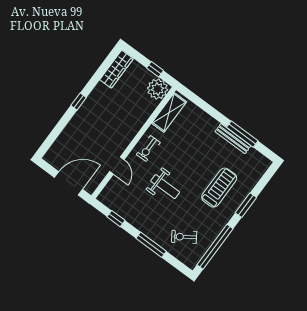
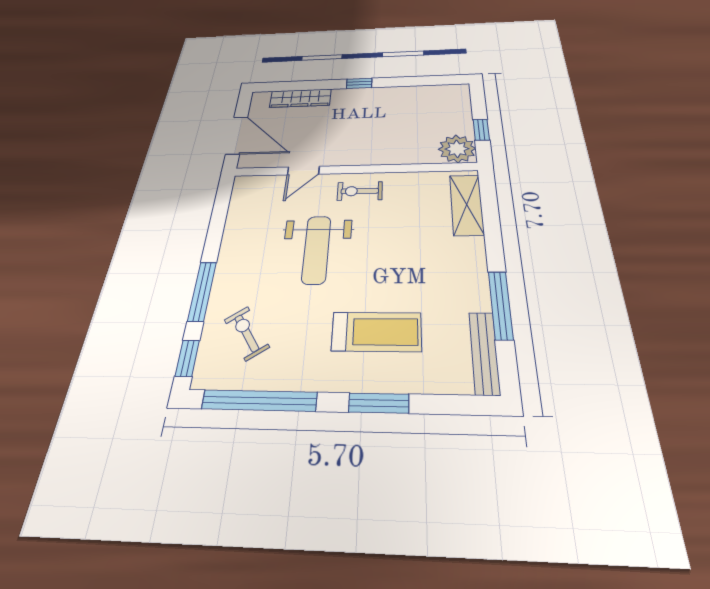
wardrobe: (116, 69) -> (300, 98), moved
shelving: (169, 112) -> (467, 205), moved, turned 90
bench: (233, 139) -> (484, 353), moved
weight bench: (165, 187) -> (316, 249), width x1.36, depth x1.33
window: (116, 219) -> (187, 358), moved

